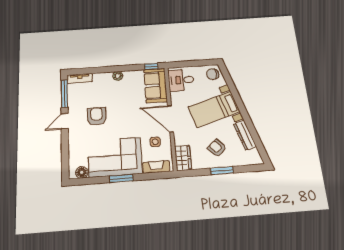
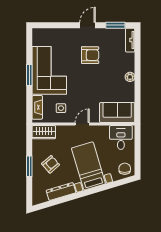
window: (151, 66) -> (138, 110), removed
window: (64, 94) -> (115, 25), width x0.69
door: (171, 119) -> (82, 124), width x0.53
door: (65, 121) -> (88, 25), hinge flipped
floor lamp: (82, 172) -> (38, 40), removed

